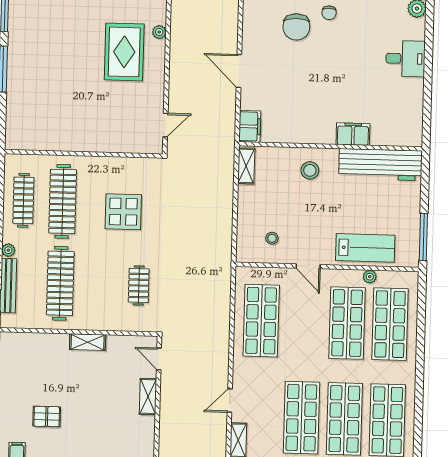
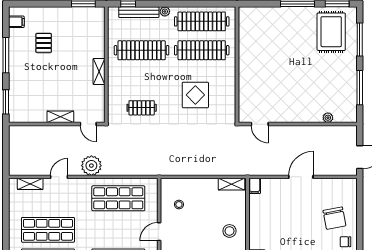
chair: (296, 27) -> (334, 218), turned -101
rug: (124, 52) -> (331, 32), moved, turned 90
filing cabinet: (250, 126) -> (255, 186), width x0.50
clothes rail: (23, 200) -> (202, 21), width x1.37, depth x1.31
plant: (216, 356) -> (91, 166), added
door: (159, 359) -> (88, 124), swing flipped
door: (230, 401) -> (59, 177), hinge flipped

